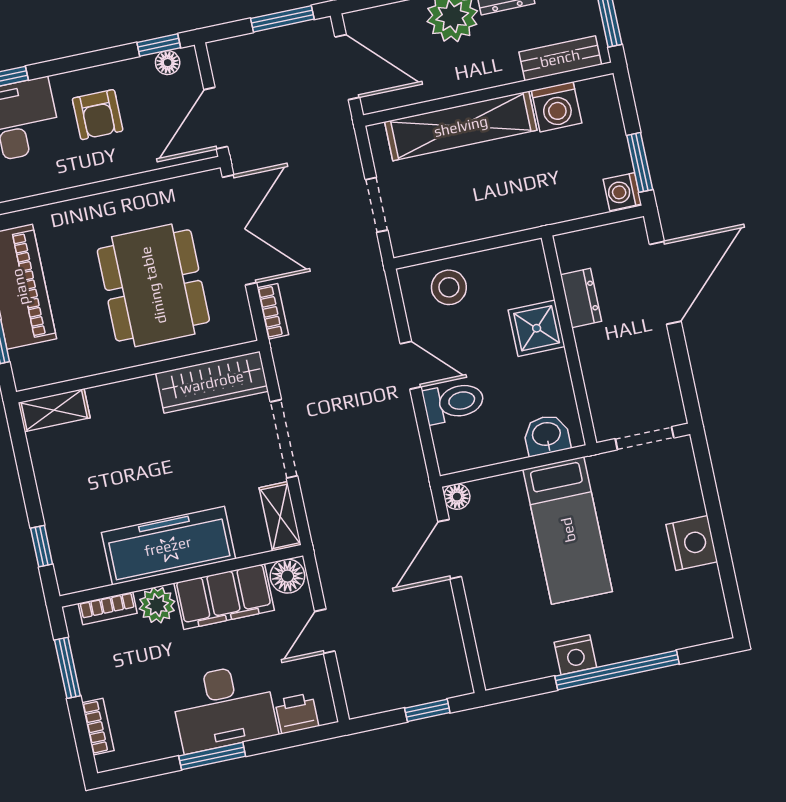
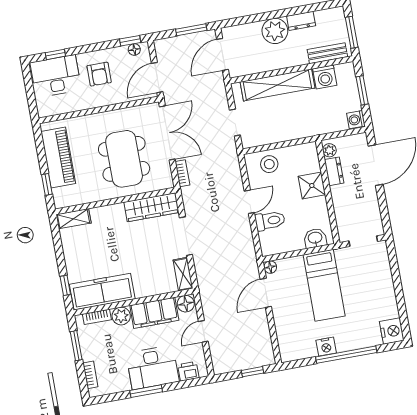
door: (347, 67) -> (223, 54), swing flipped
window: (640, 162) -> (362, 90), moved
plant: (570, 256) -> (329, 150), added
door: (411, 365) -> (249, 202), hinge flipped
nightstand: (692, 543) -> (392, 331), moved
freezer: (168, 546) -> (102, 292), moved

